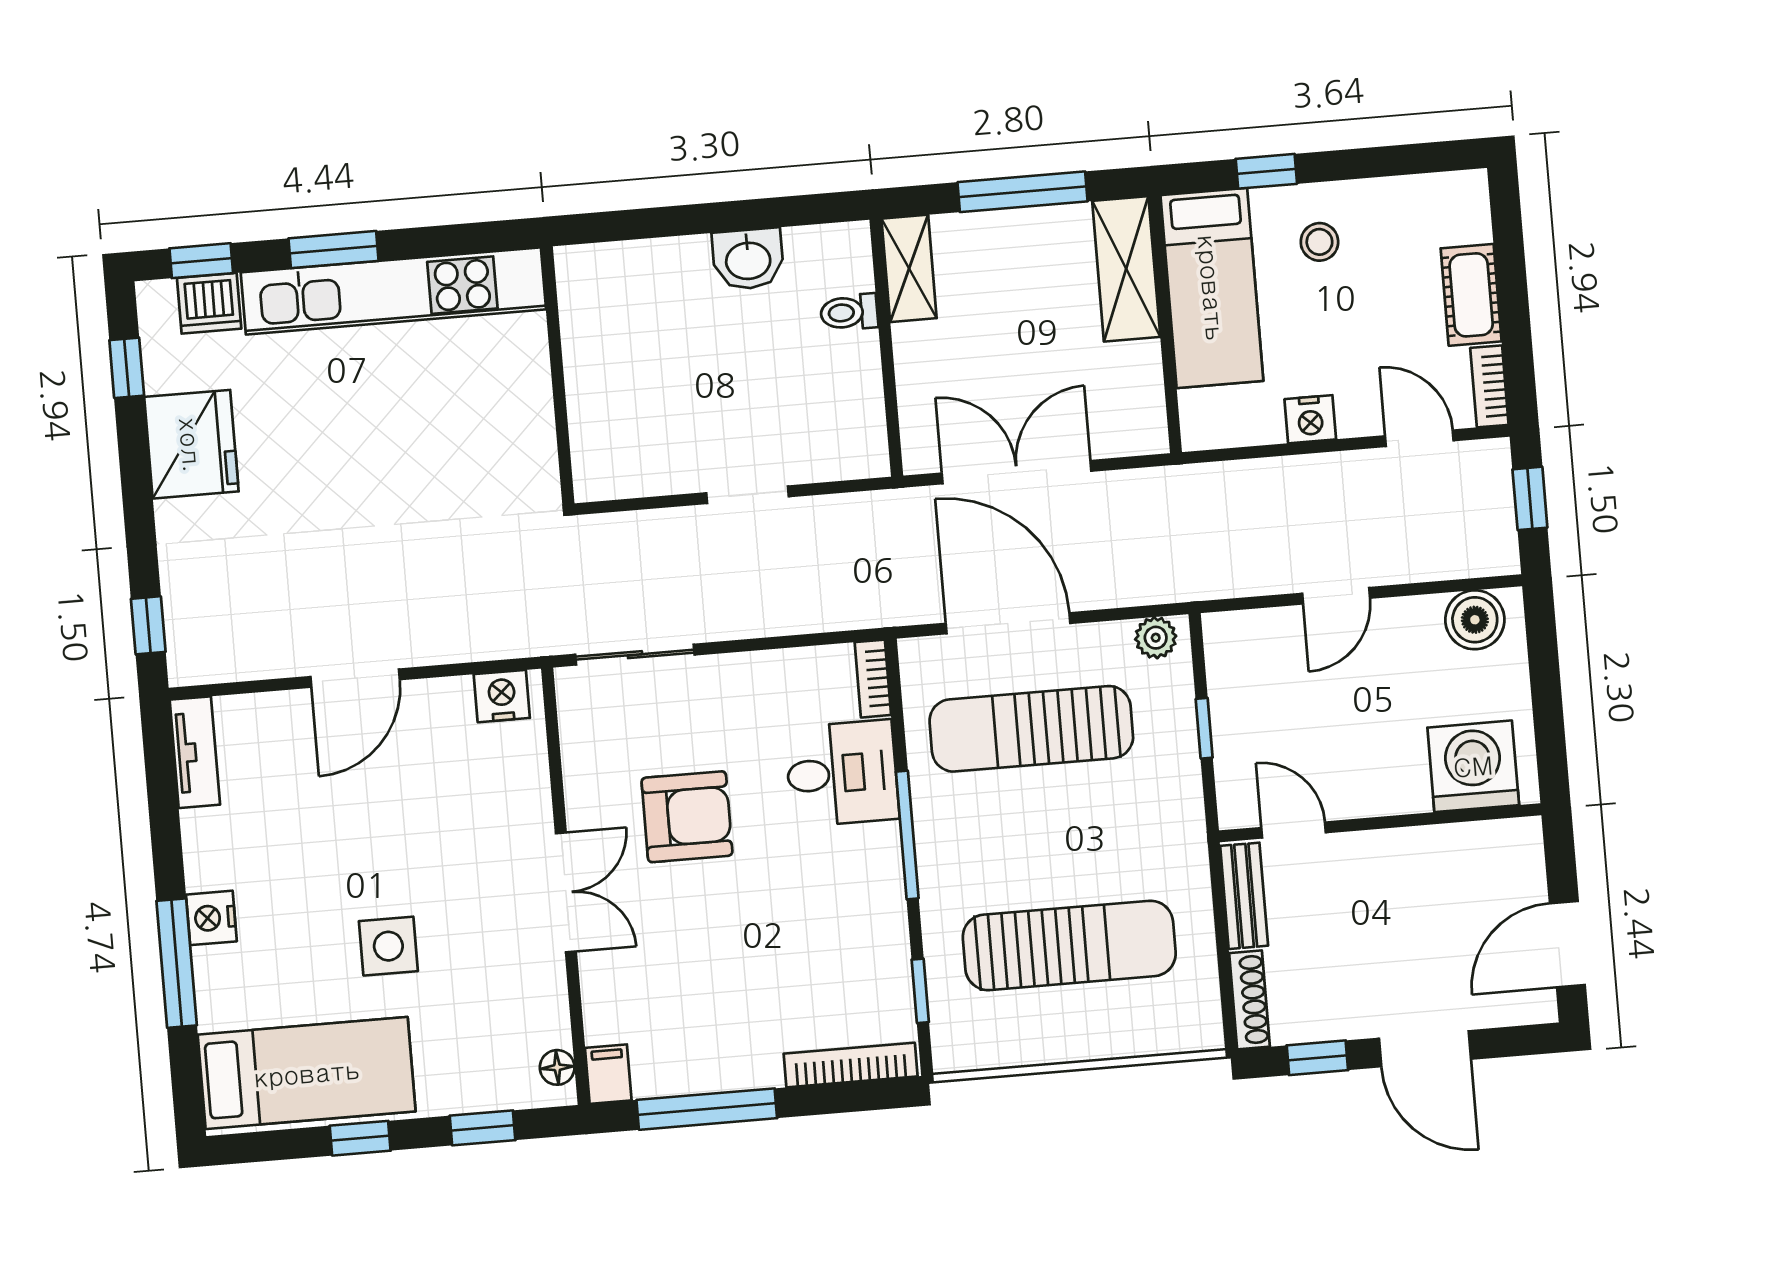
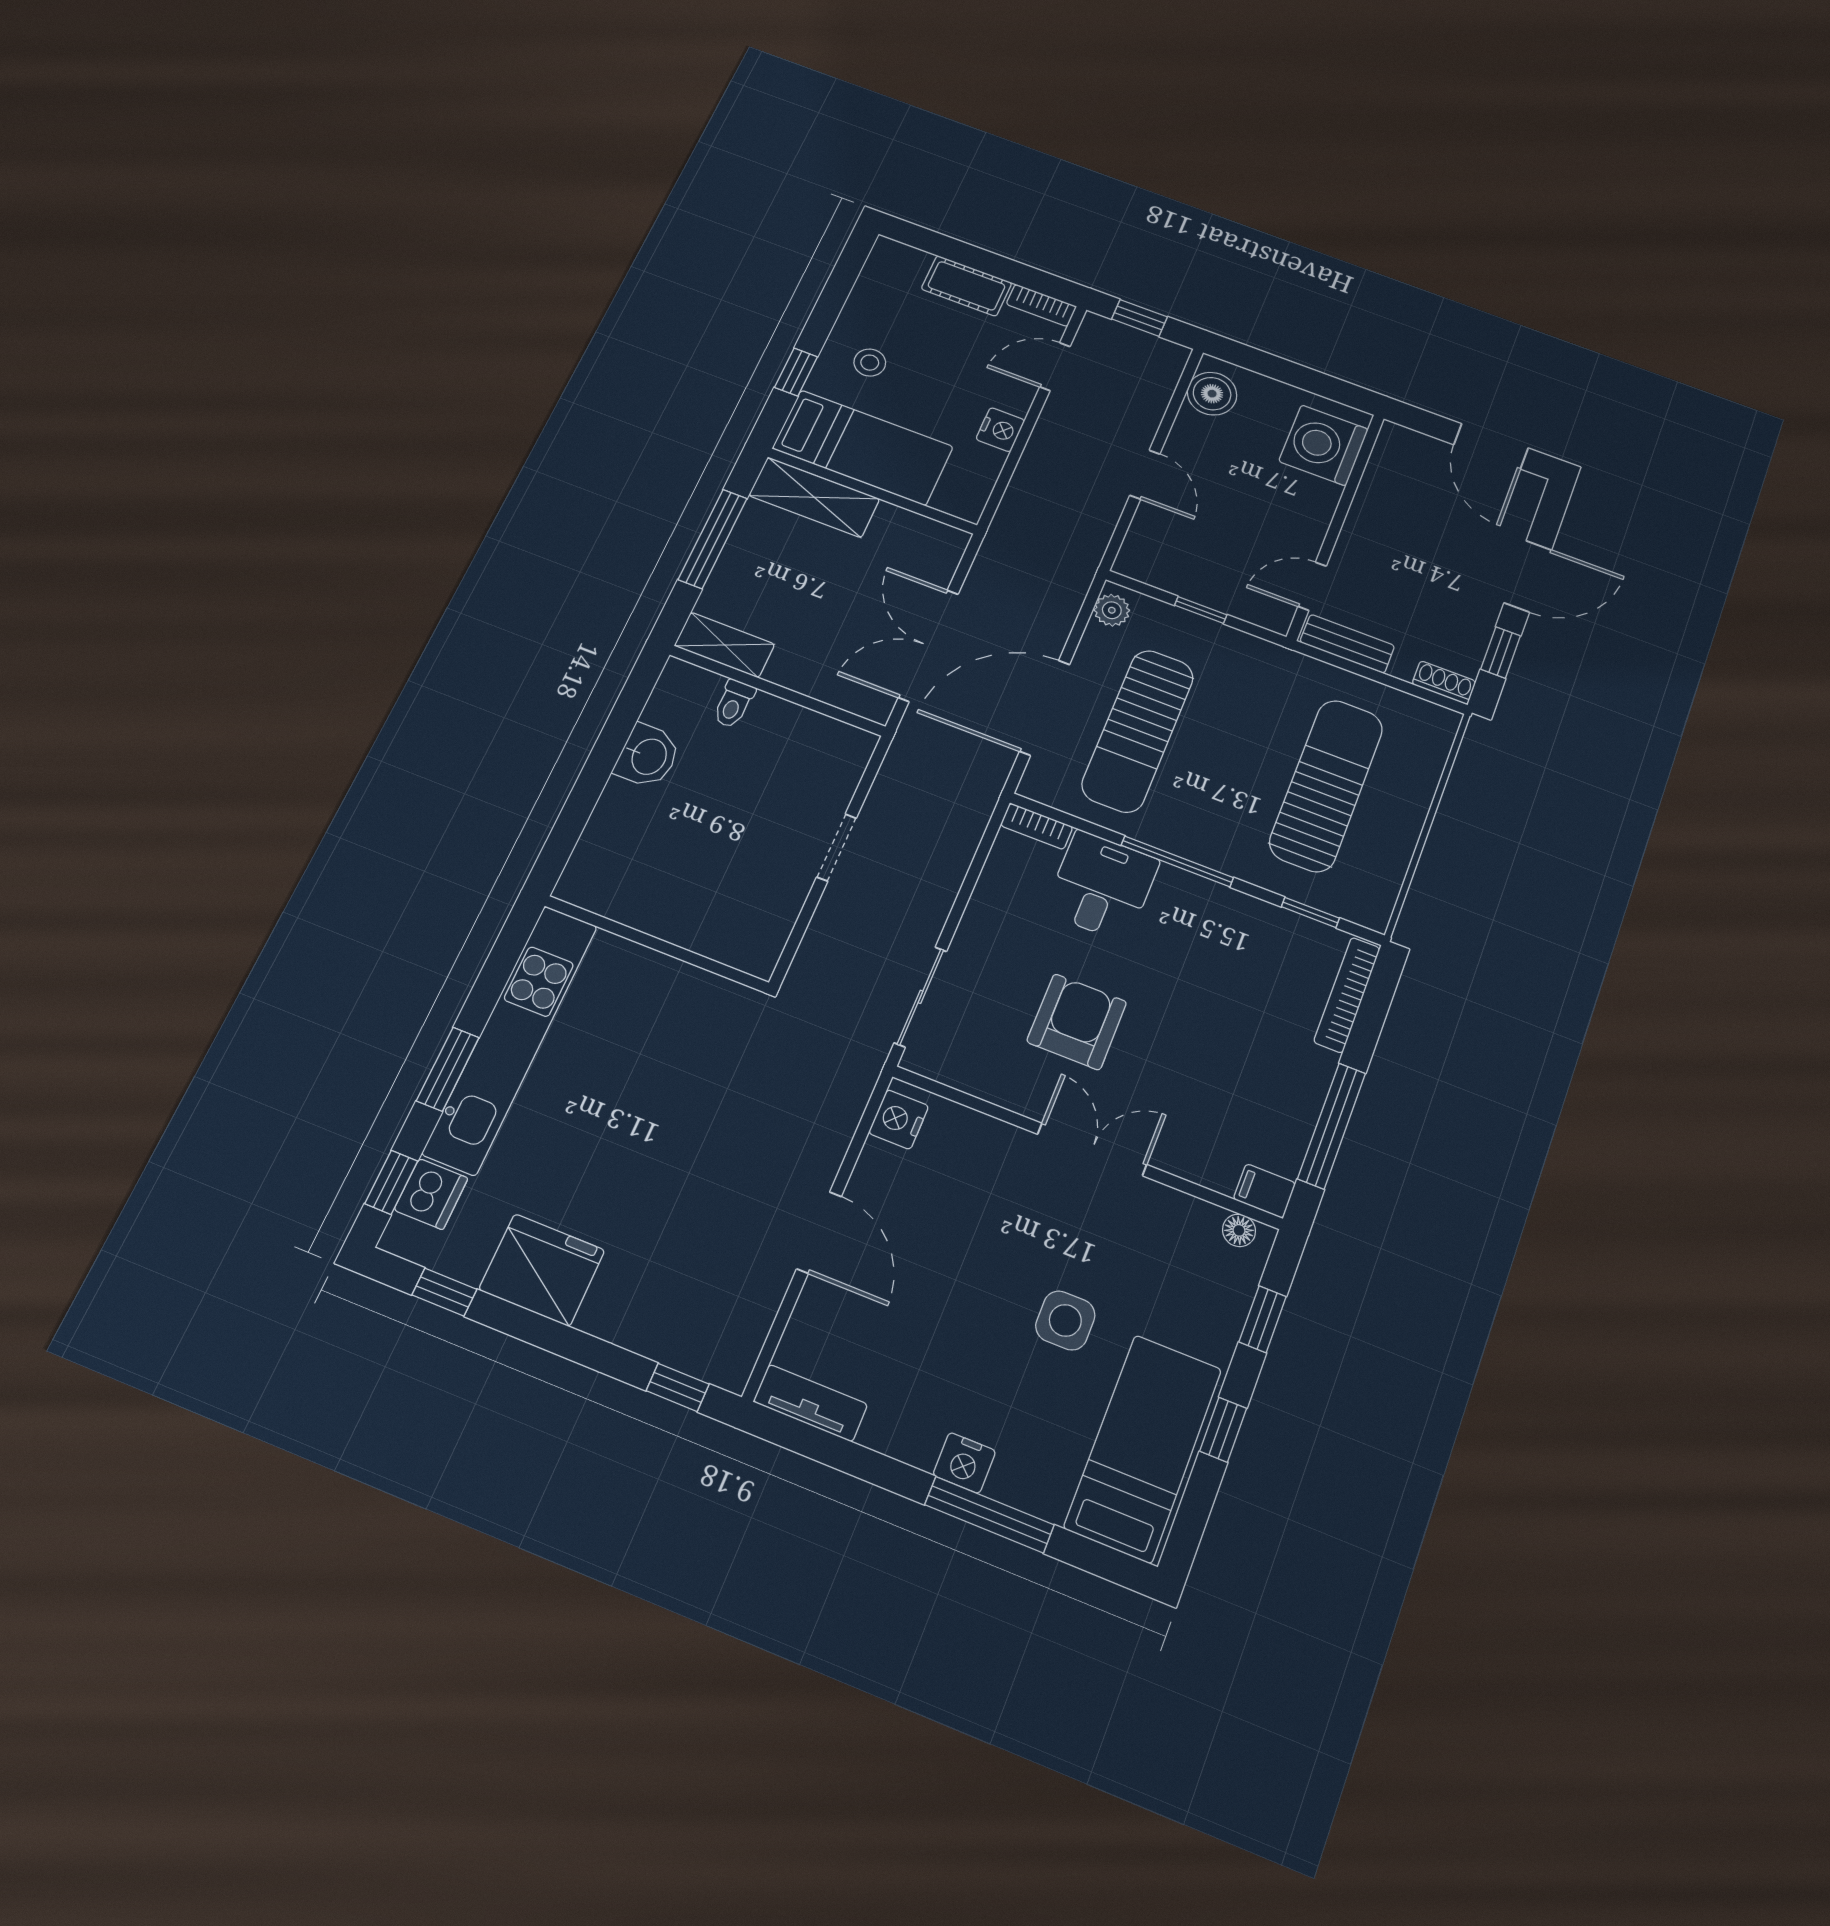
shoe rack: (1249, 1000) -> (1444, 683), width x0.70

